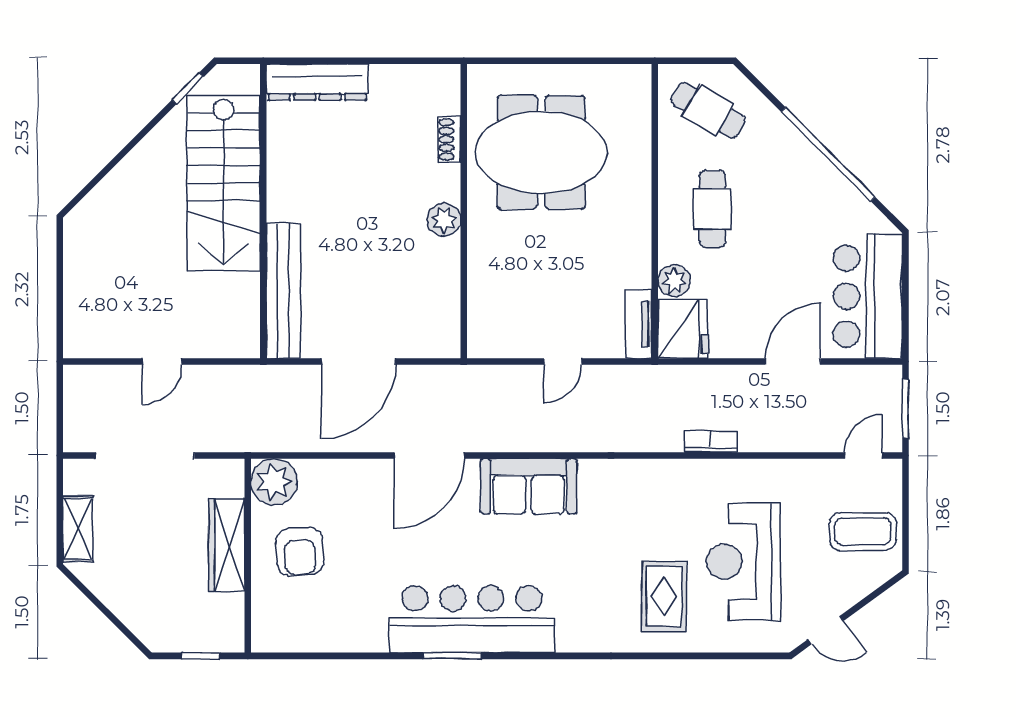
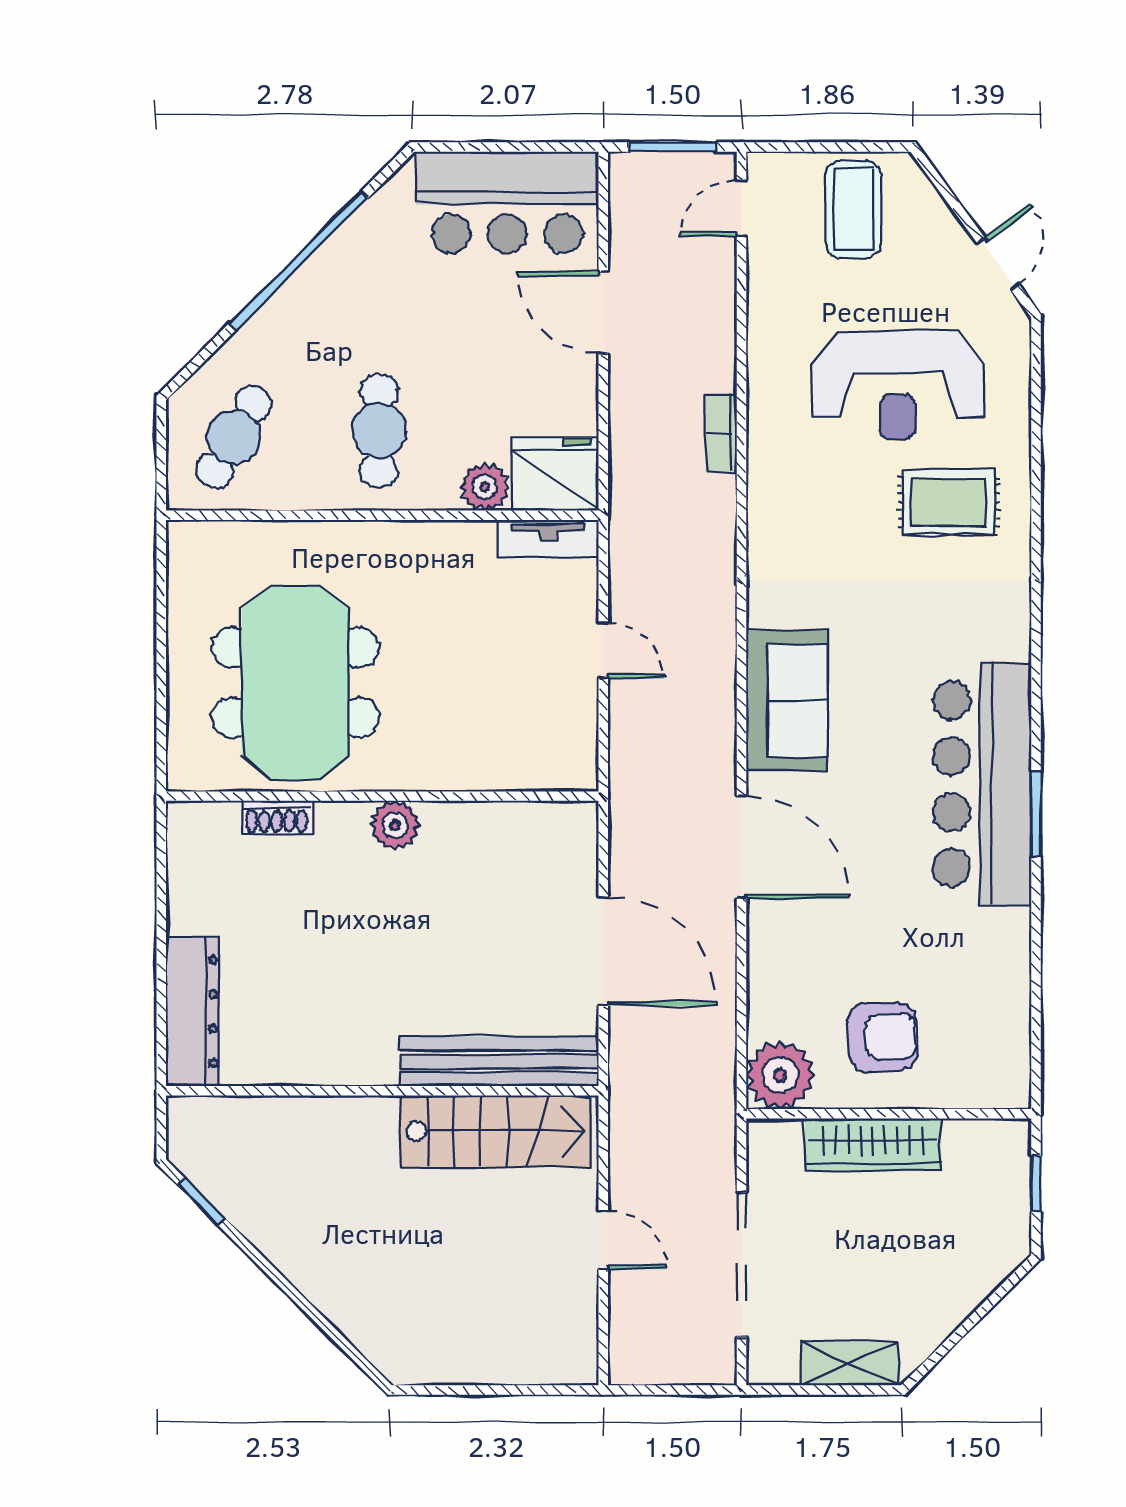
stairs: (224, 183) -> (496, 1131), moved, width x0.73, depth x0.66
cafe table: (712, 209) -> (379, 431), turned 90
door: (864, 455) -> (741, 209), hinge flipped

